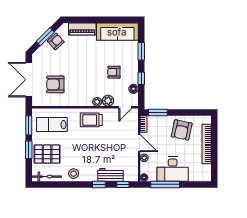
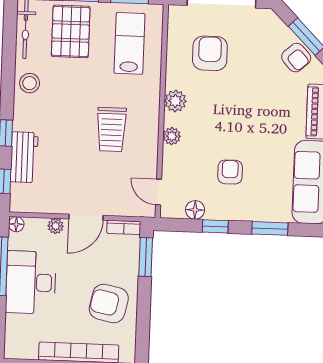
plant: (108, 101) -> (175, 101), moved
trolley: (91, 120) -> (111, 129), moved, turned 180

